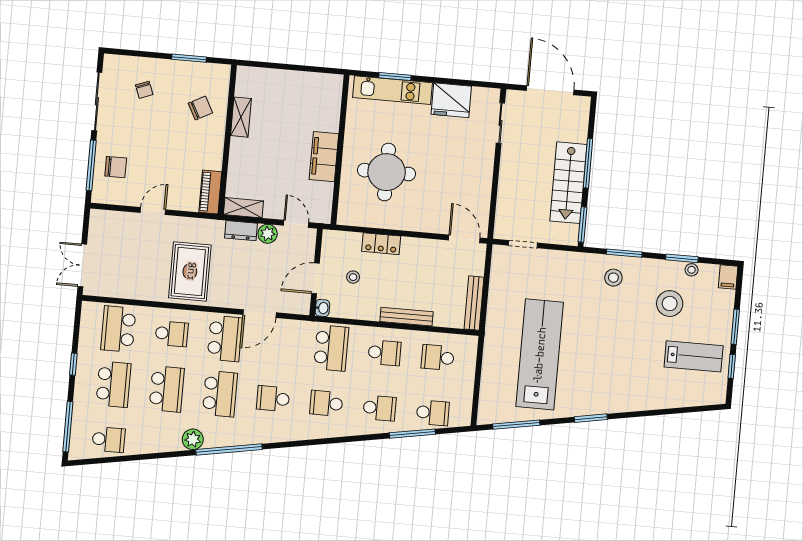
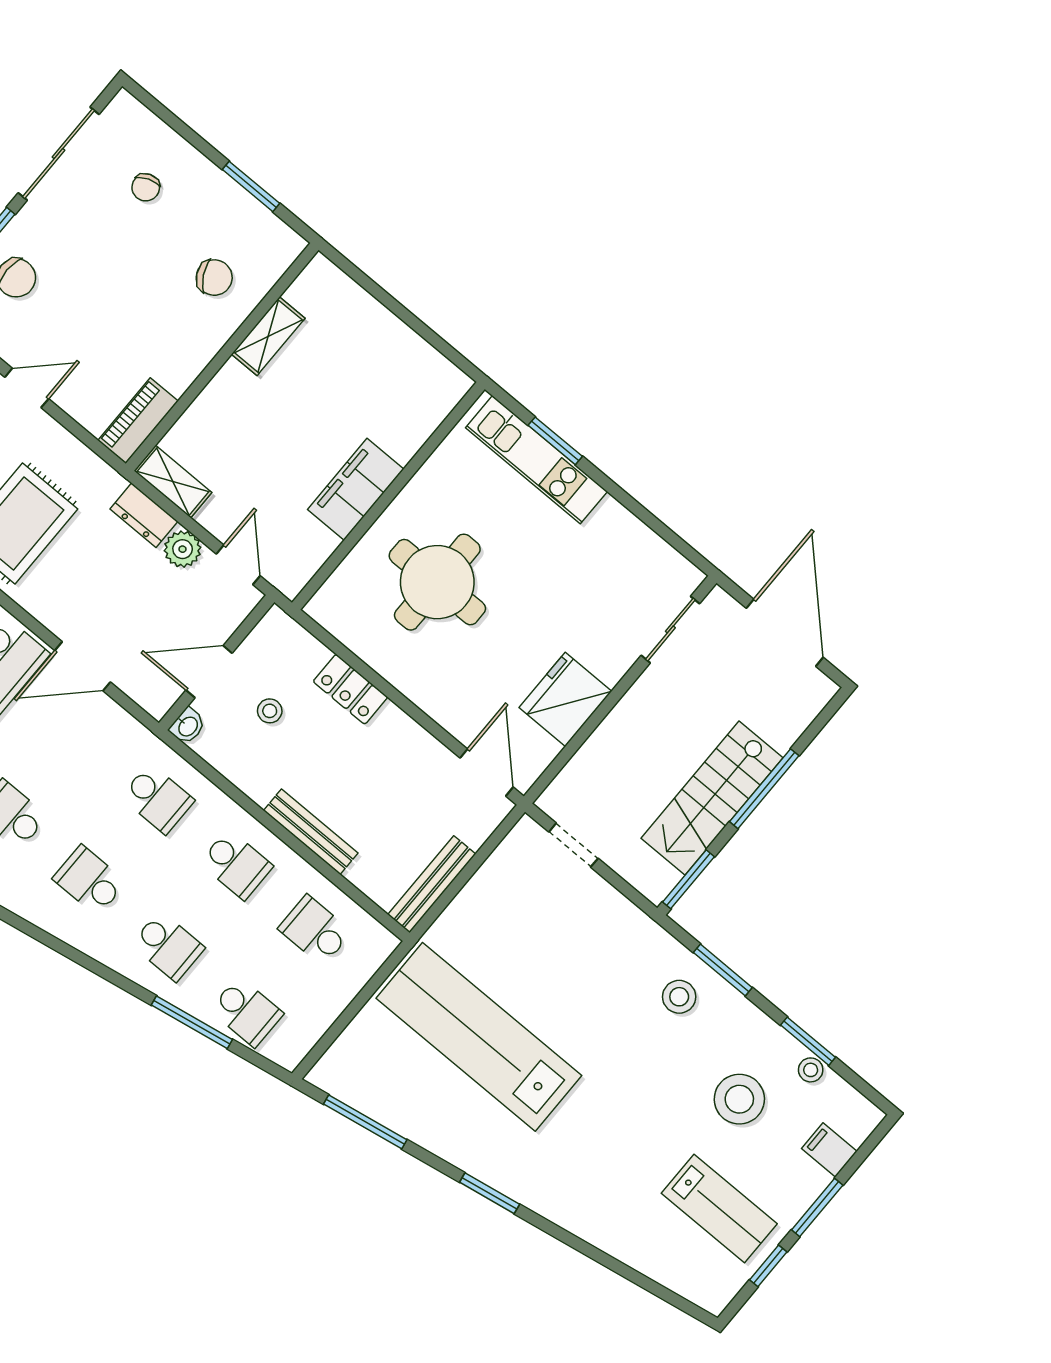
fridge: (451, 100) -> (565, 699), moved, turned 90
filing cabinet: (728, 277) -> (829, 1150), moved, turned 90
school desk: (331, 348) -> (158, 799), width x0.54
lab bench: (540, 354) -> (479, 1037), turned -90

